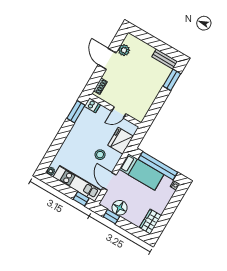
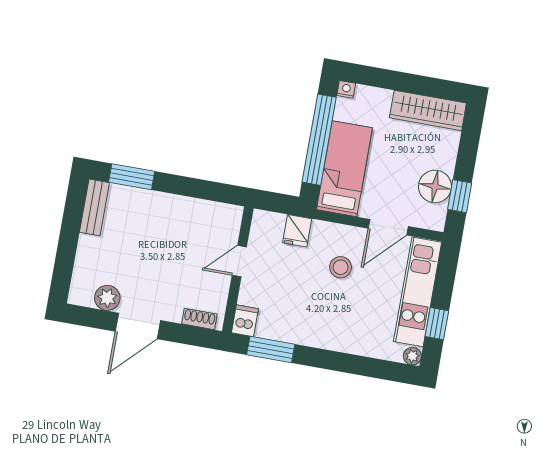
door: (119, 112) -> (239, 261), swing flipped
fridge: (121, 141) -> (297, 231), width x0.53, depth x0.75
window: (81, 199) -> (437, 324), moved
wardrobe: (150, 222) -> (428, 110), width x1.50

